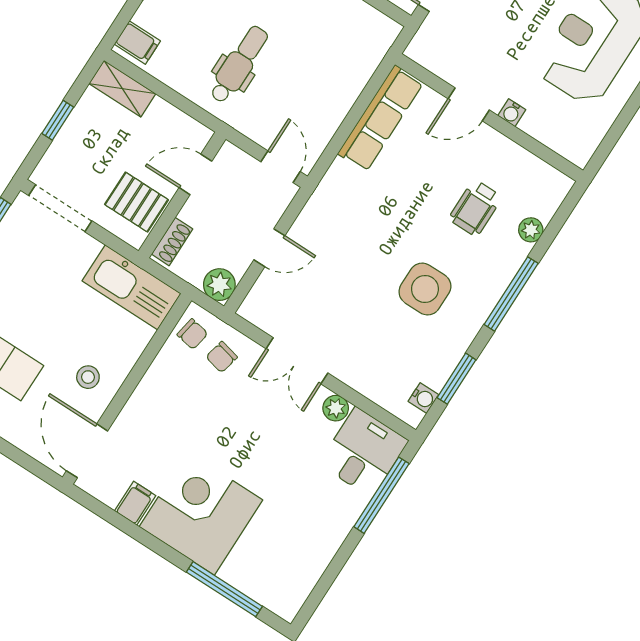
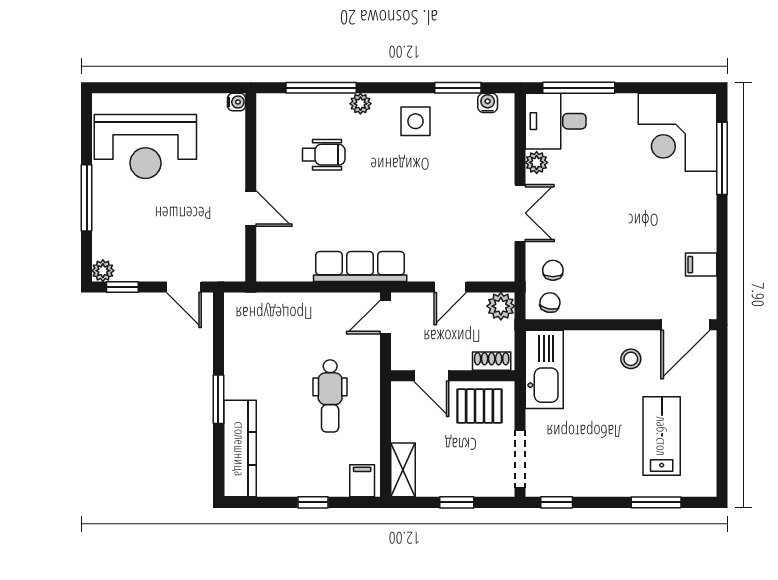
dental chair: (239, 64) -> (330, 396), turned -90
water cooler: (512, 113) -> (236, 102), moved
row of seats: (381, 118) -> (360, 267), moved
pallet: (136, 202) -> (480, 406), turned 90
plant: (531, 230) -> (360, 104), moved
door: (269, 248) -> (450, 287), swing flipped
side table: (425, 289) -> (415, 121), moved, width x0.73, depth x0.73
window: (511, 294) -> (321, 88), moved
chair: (222, 357) -> (553, 270), turned -103
corner desk: (201, 513) -> (677, 132), moved

